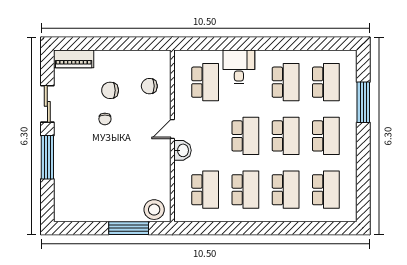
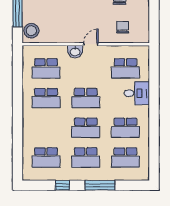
window: (363, 102) -> (100, 185), moved
door: (172, 129) -> (91, 44), hinge flipped
window: (363, 168) -> (62, 185), added
school desk: (286, 190) -> (46, 128), removed

